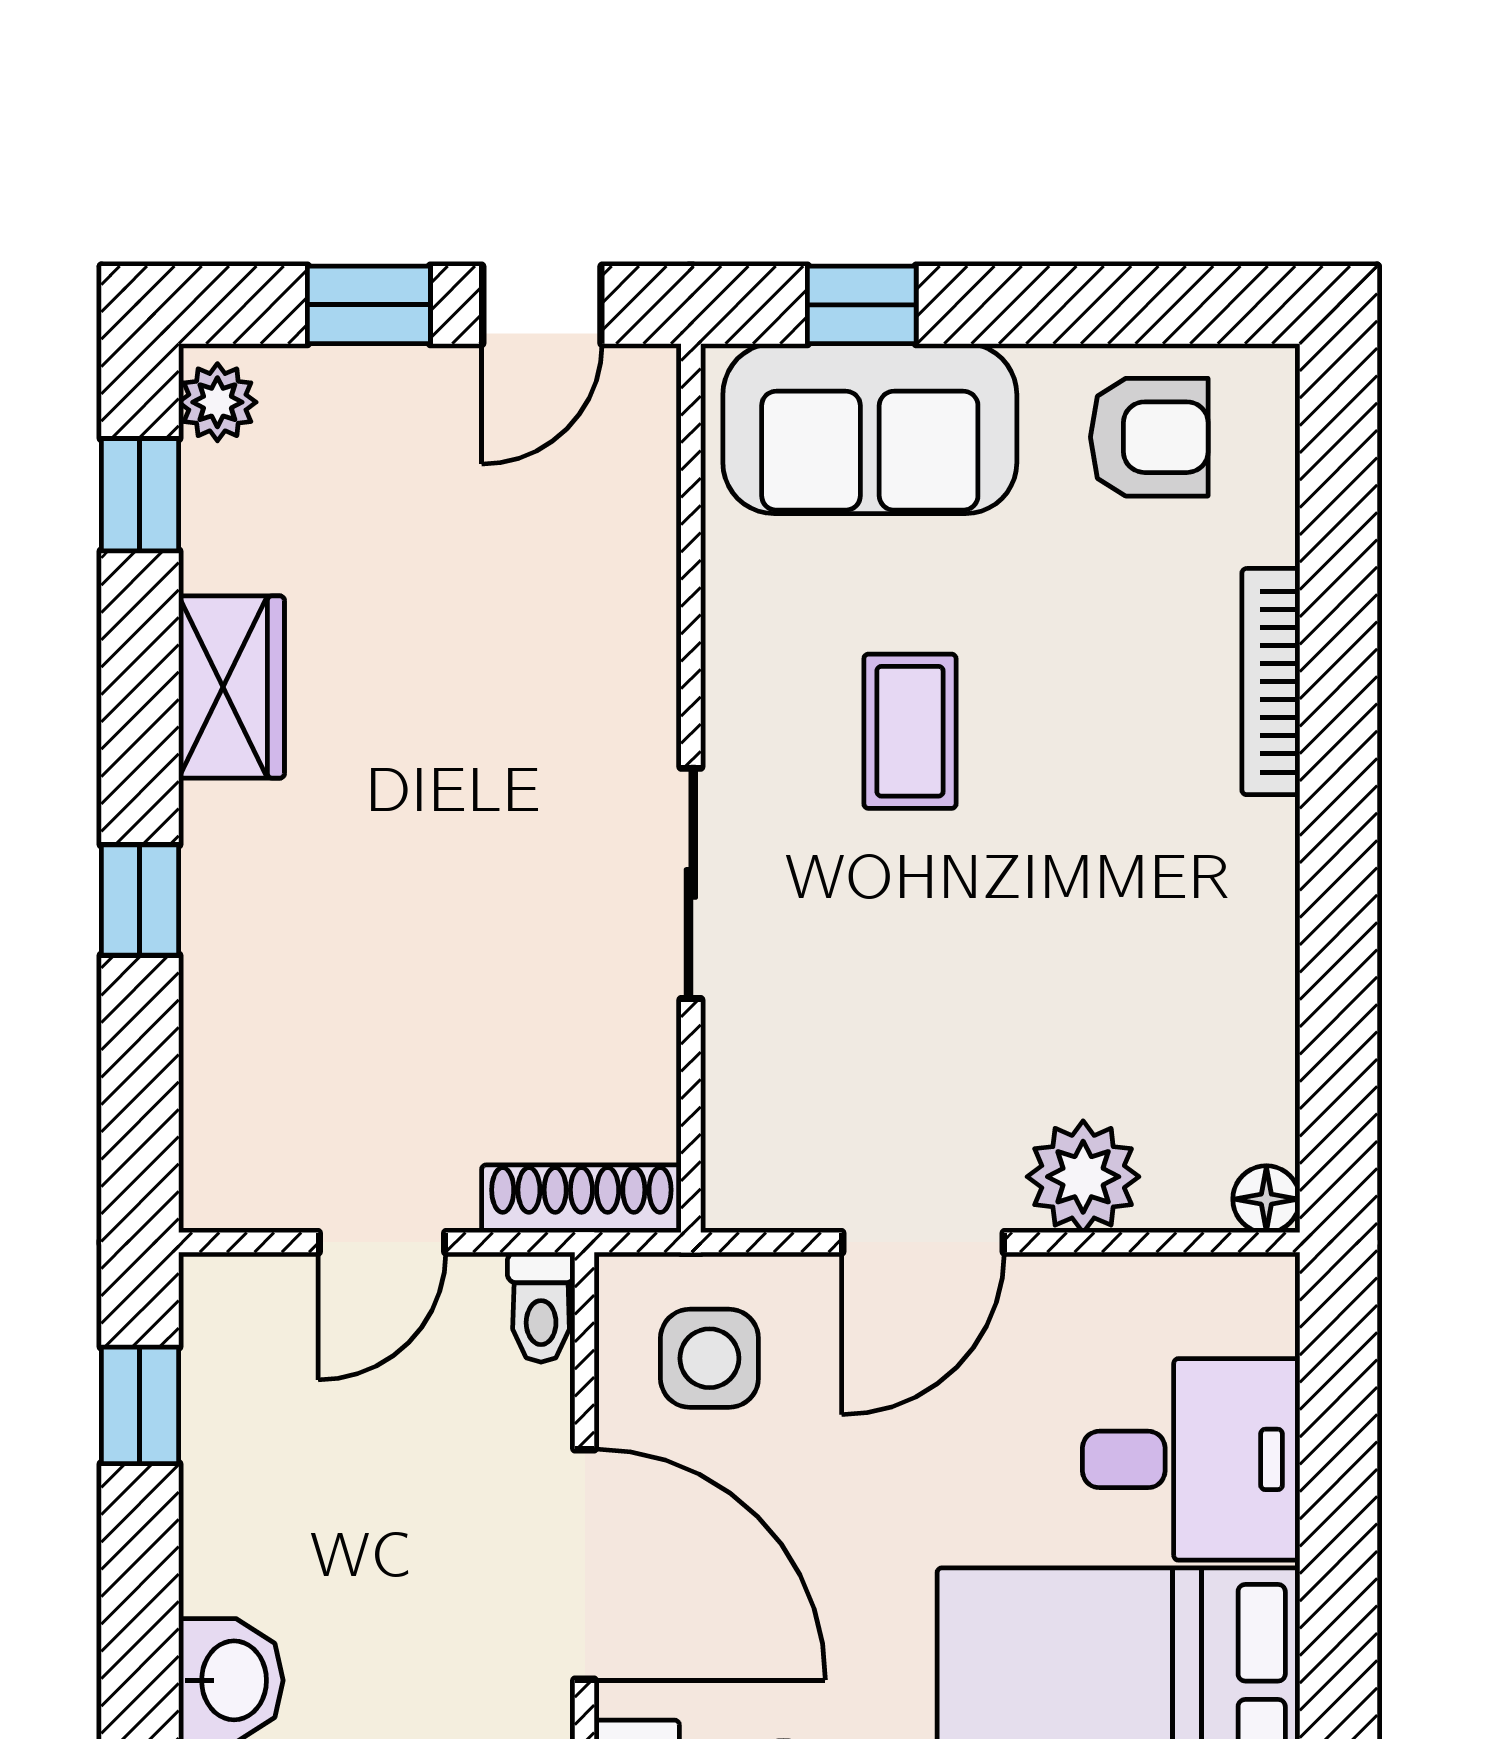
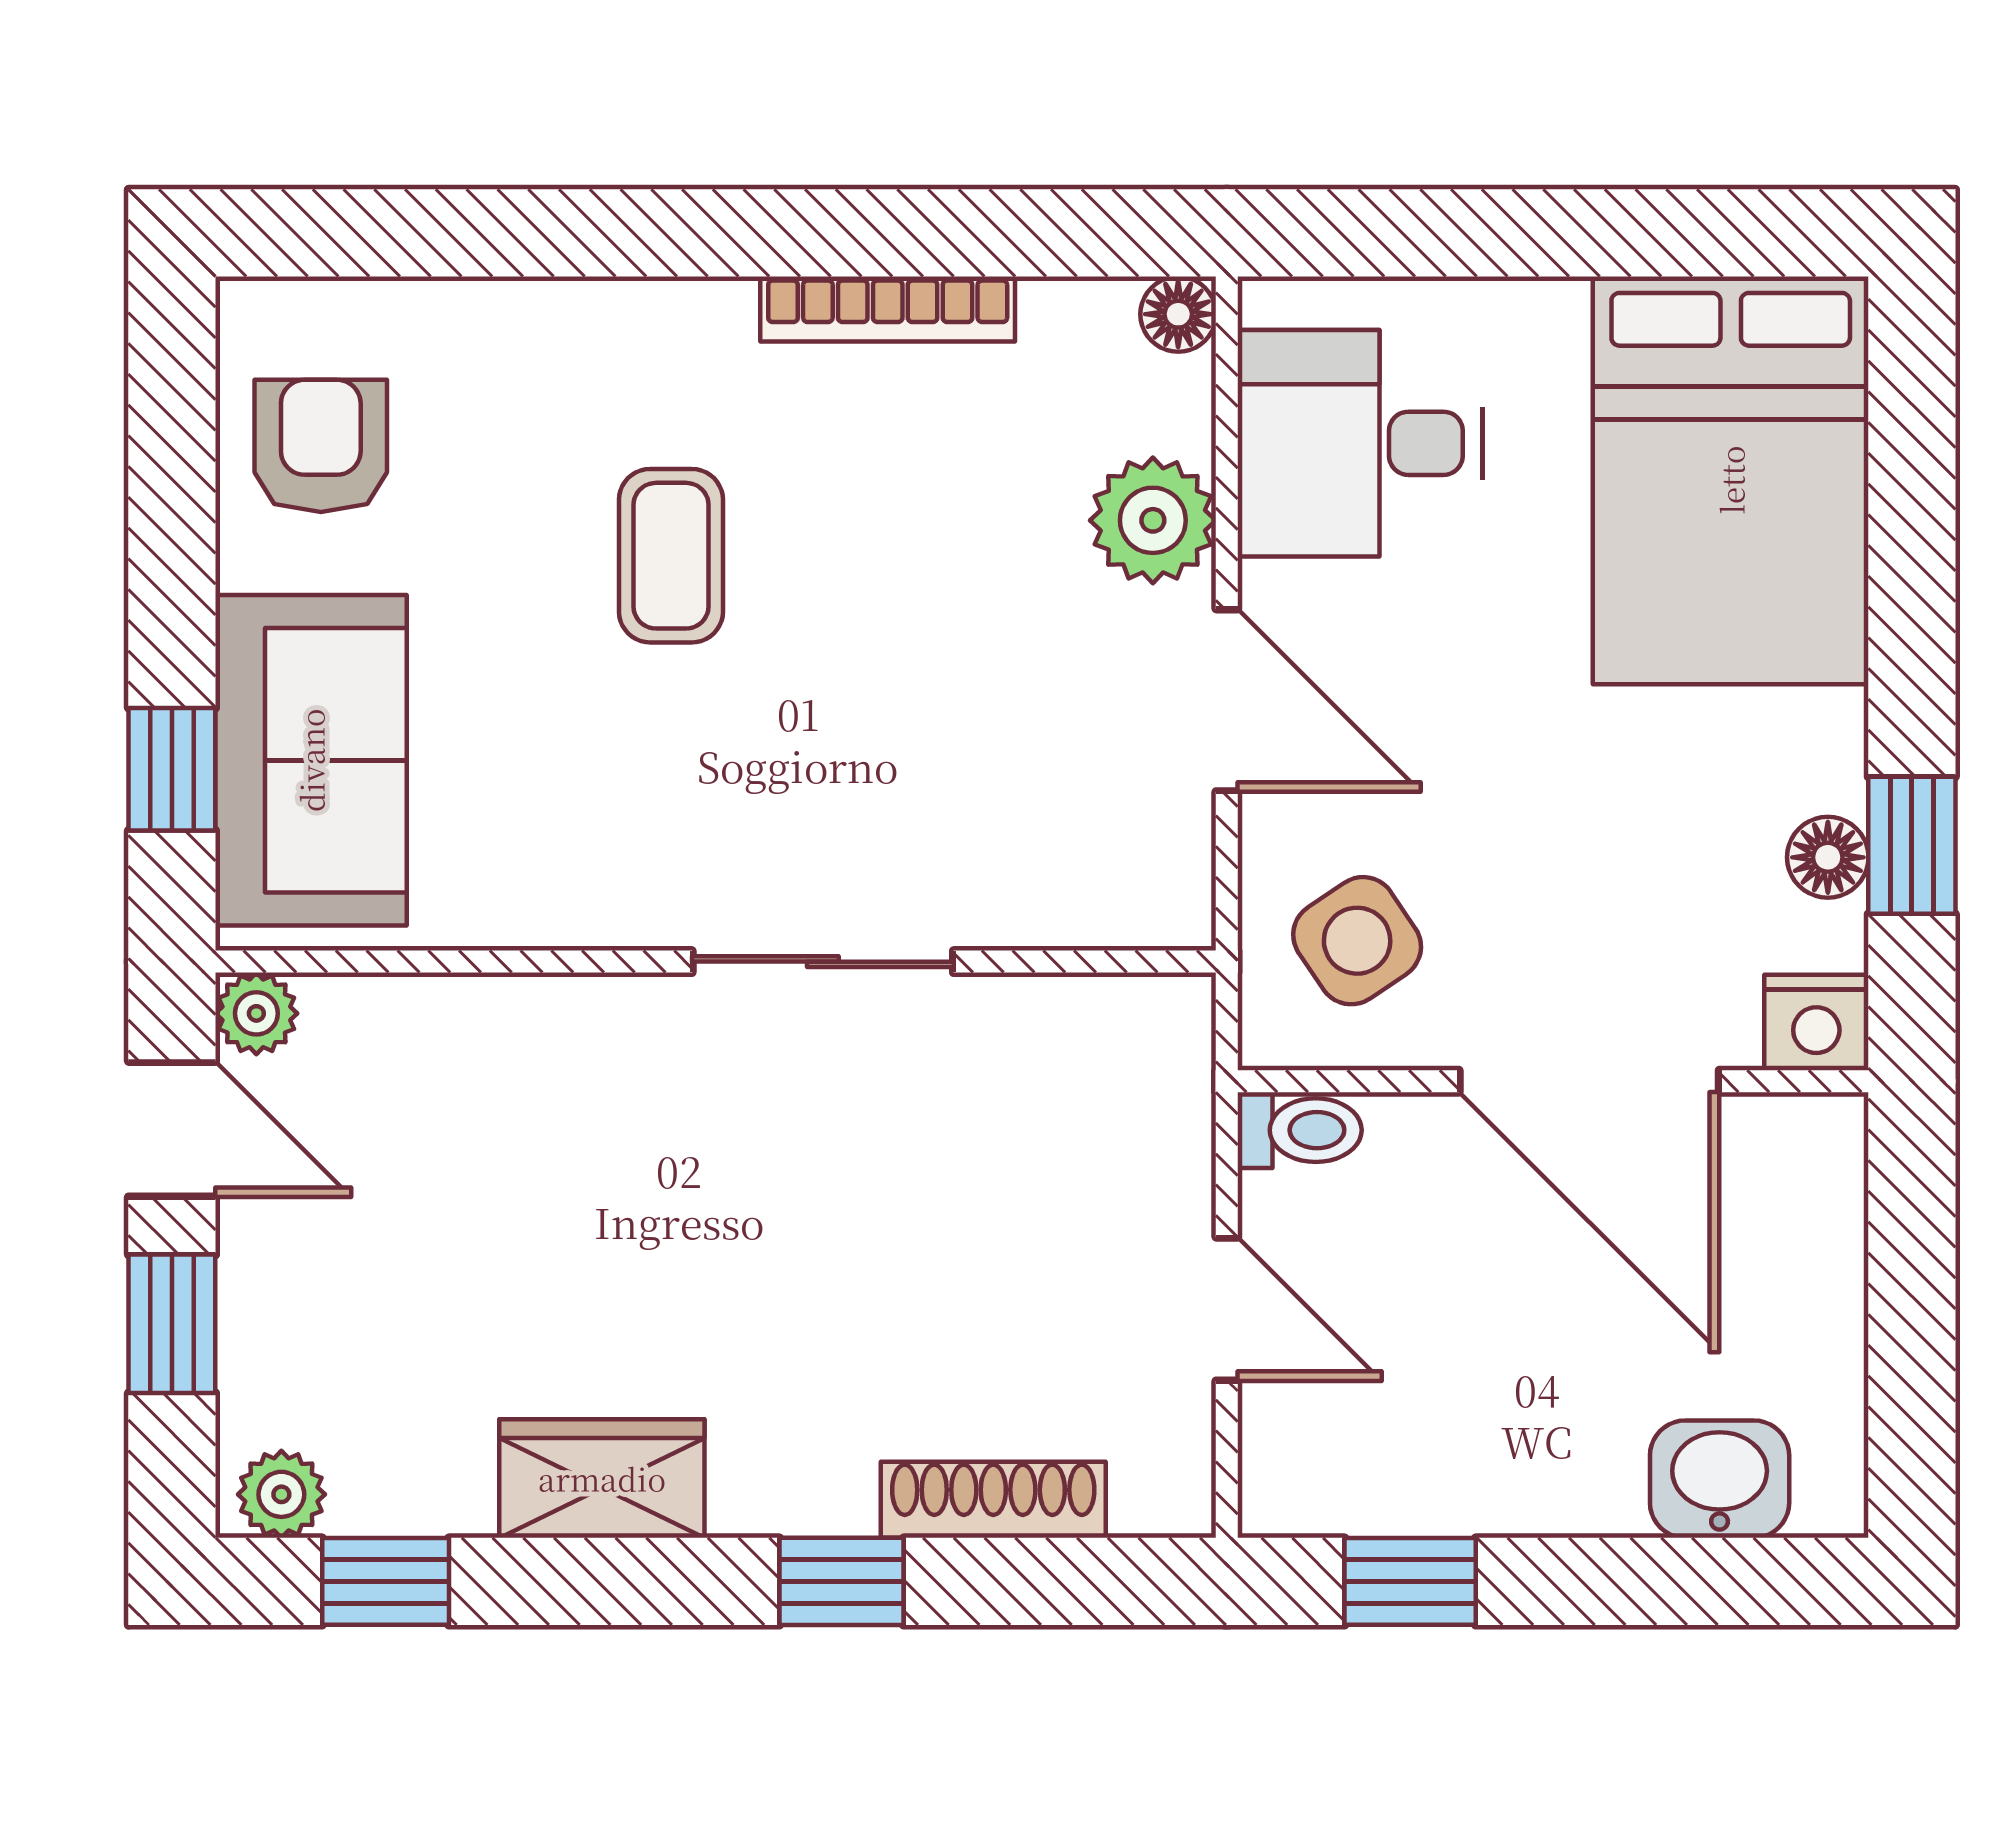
plant: (645, 380) -> (256, 1013), added
bookcase: (1271, 682) -> (888, 309), moved
coffee table: (910, 731) -> (671, 556), moved, turned 90
shoe rack: (581, 1199) -> (993, 1500), moved, turned 90
side table: (709, 1358) -> (1357, 941), turned -34
desk: (1191, 1459) -> (1360, 443), moved, turned -90
door: (585, 1565) -> (1589, 1081), swing flipped

